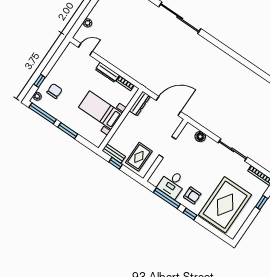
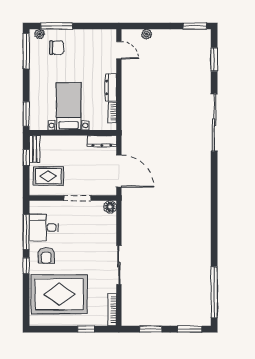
window: (40, 81) -> (57, 26), width x2.17
window: (68, 131) -> (26, 114), moved
floor lamp: (200, 137) -> (110, 207), moved

